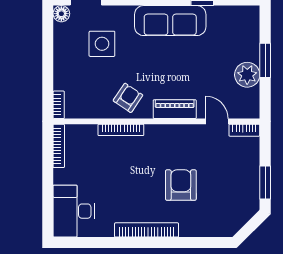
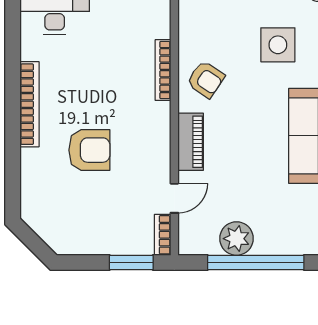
window: (265, 60) -> (256, 262), width x2.11
window: (265, 182) -> (131, 262), moved

